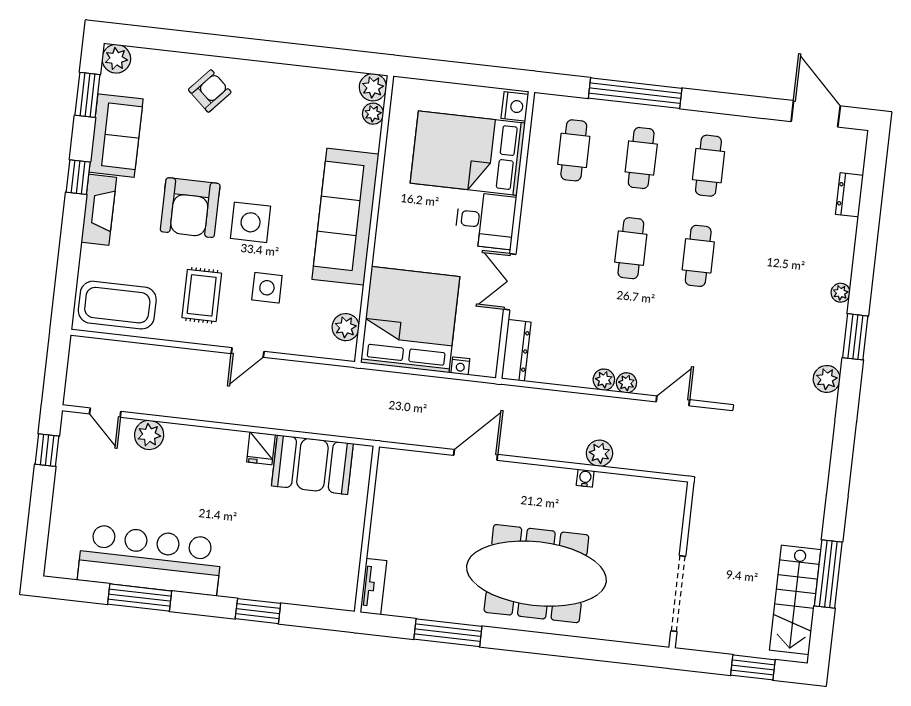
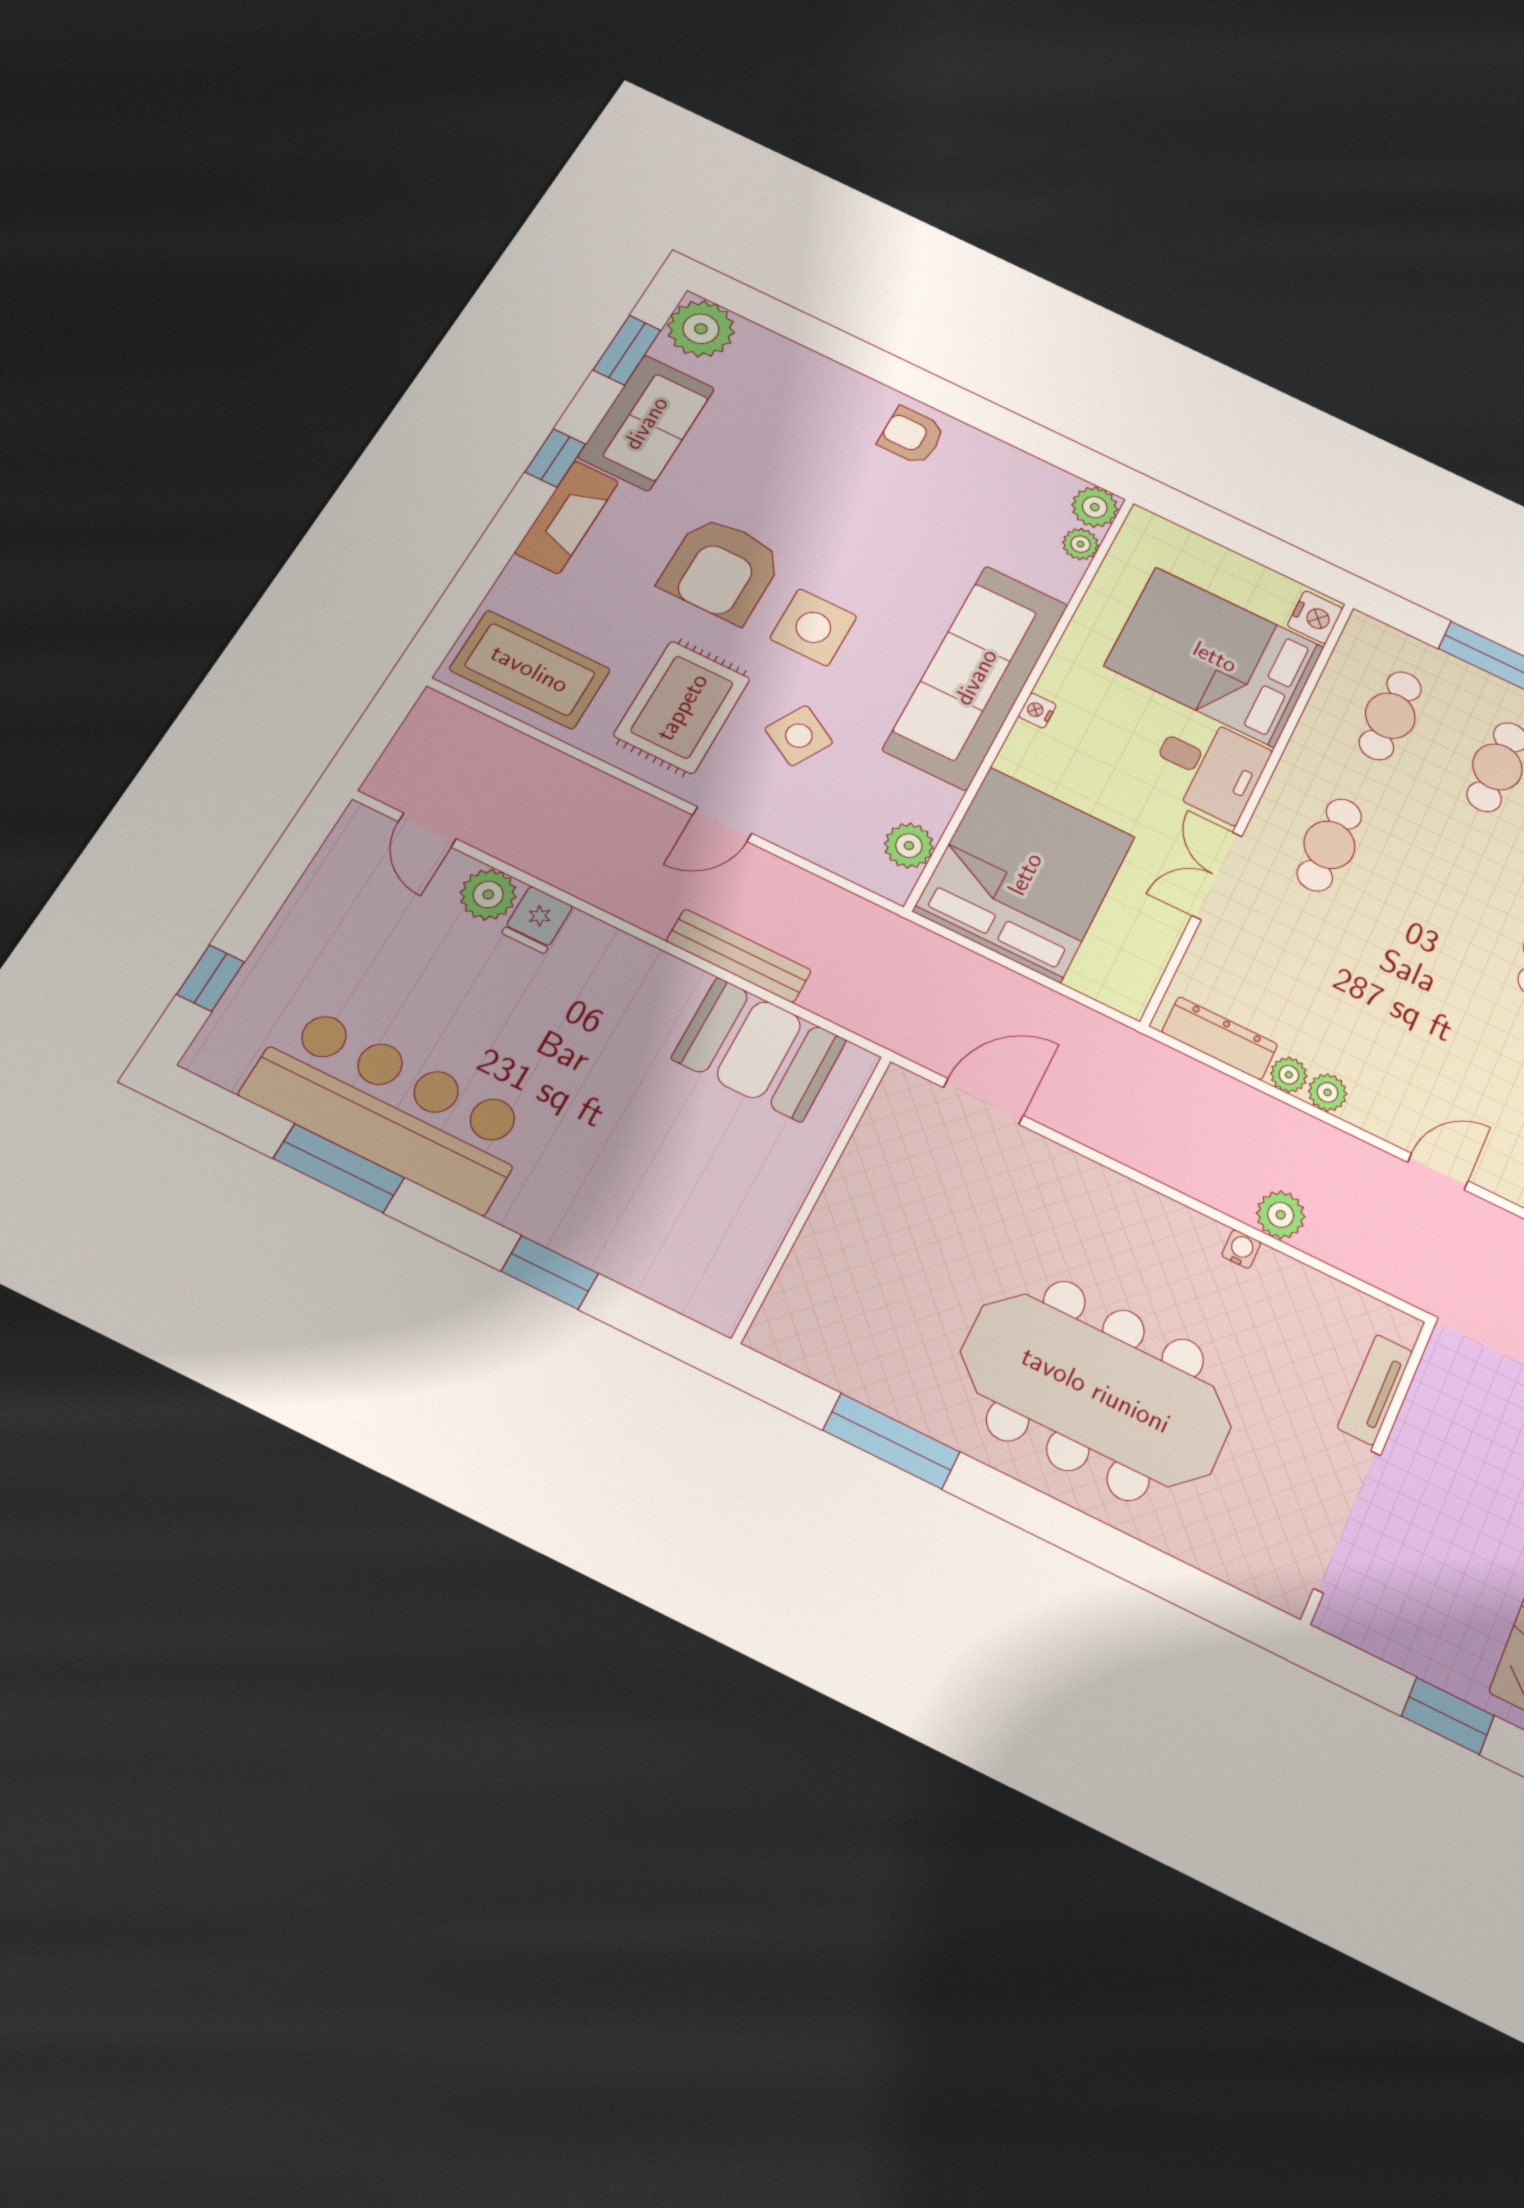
plant: (116, 59) -> (701, 329), width x1.36, depth x1.36
armchair: (210, 91) -> (912, 436), moved, turned -132
cafe table: (631, 248) -> (1329, 845), moved
side table: (267, 288) -> (799, 736), turned 30
rug: (202, 295) -> (682, 707), width x1.36, depth x1.43
dresser: (516, 350) -> (1220, 1038), moved, turned -90
nightstand: (460, 366) -> (1037, 711), moved, turned 90
plant: (626, 383) -> (1289, 1075), moved
bench: (284, 420) -> (739, 956), added
fridge: (261, 448) -> (537, 920), moved
window: (47, 450) -> (211, 978), moved
door: (476, 455) -> (983, 1101), moved
tv unit: (373, 587) -> (1375, 1390), moved, turned 180

